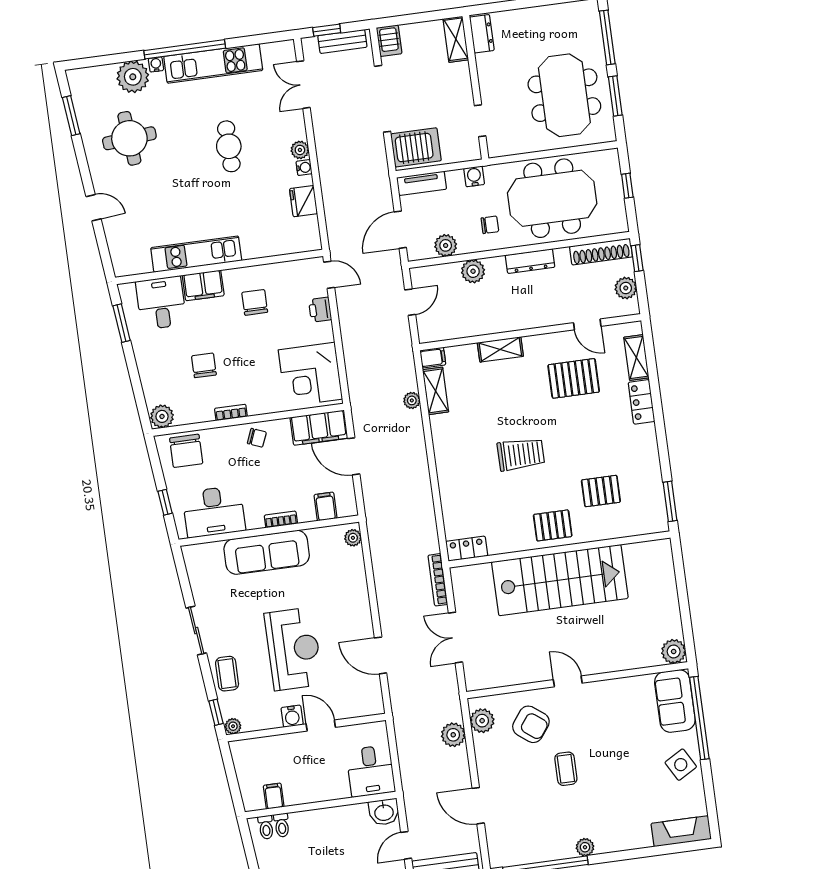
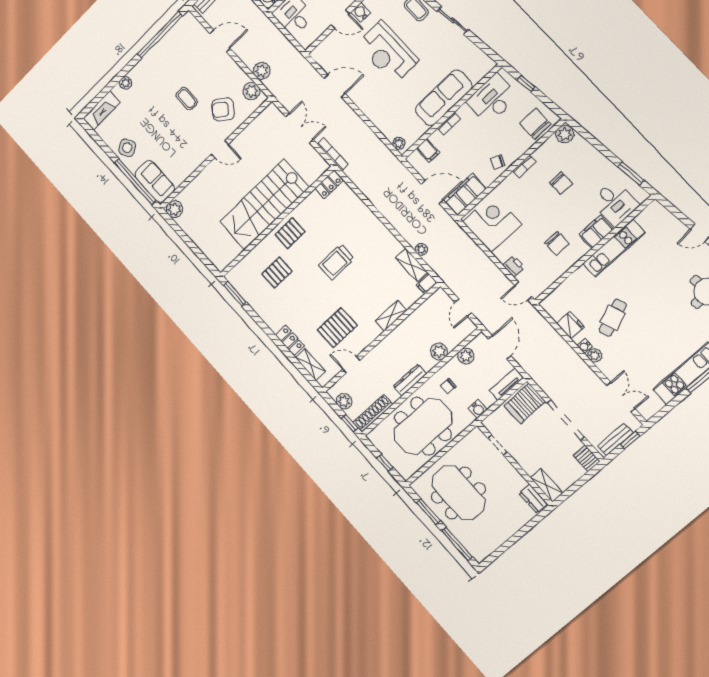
cafe table: (229, 146) -> (613, 318), moved, turned 70
plant: (585, 847) -> (126, 83), moved

